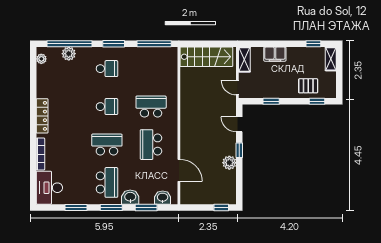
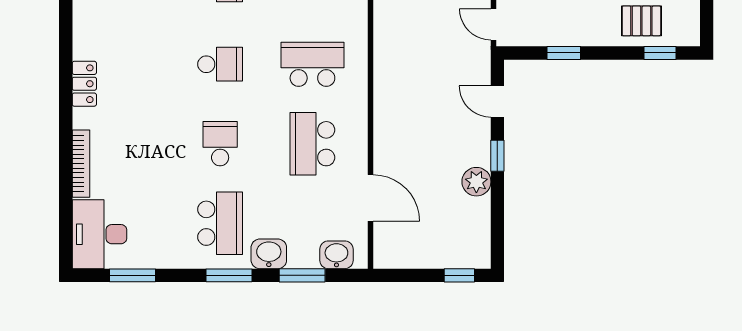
locker: (42, 116) -> (84, 84), width x0.66
school desk: (107, 145) -> (220, 144), width x0.54
window: (76, 207) -> (132, 275), moved

